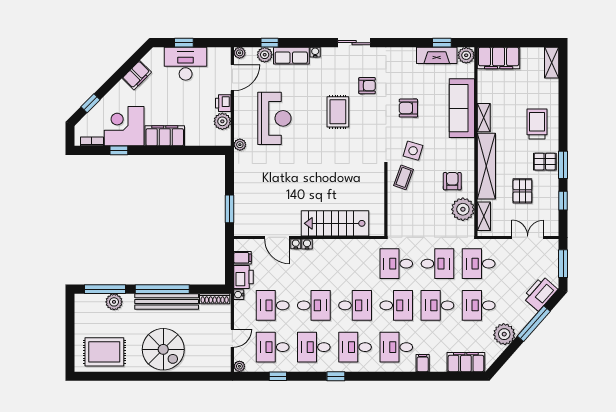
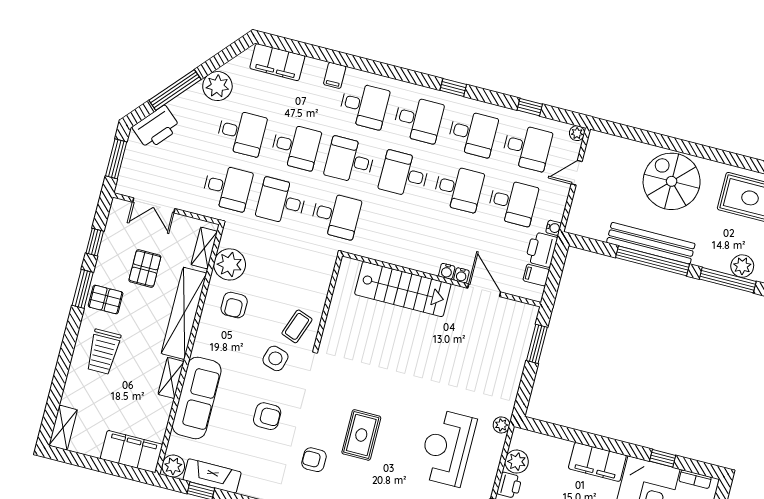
shoe rack: (215, 299) -> (587, 231), removed
plant: (114, 302) -> (742, 266), moved
desk: (314, 305) -> (458, 188), turned 180

